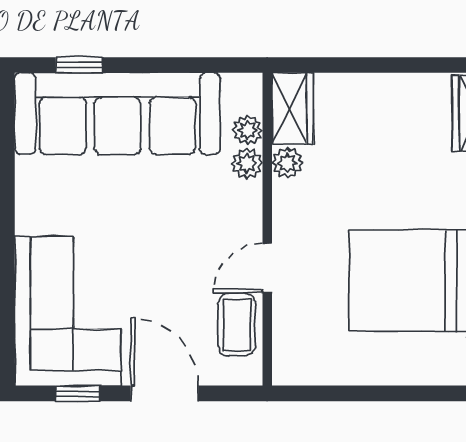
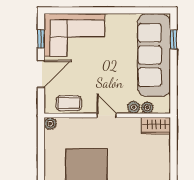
plant: (287, 163) -> (50, 124), moved
door: (267, 268) -> (107, 115), moved

